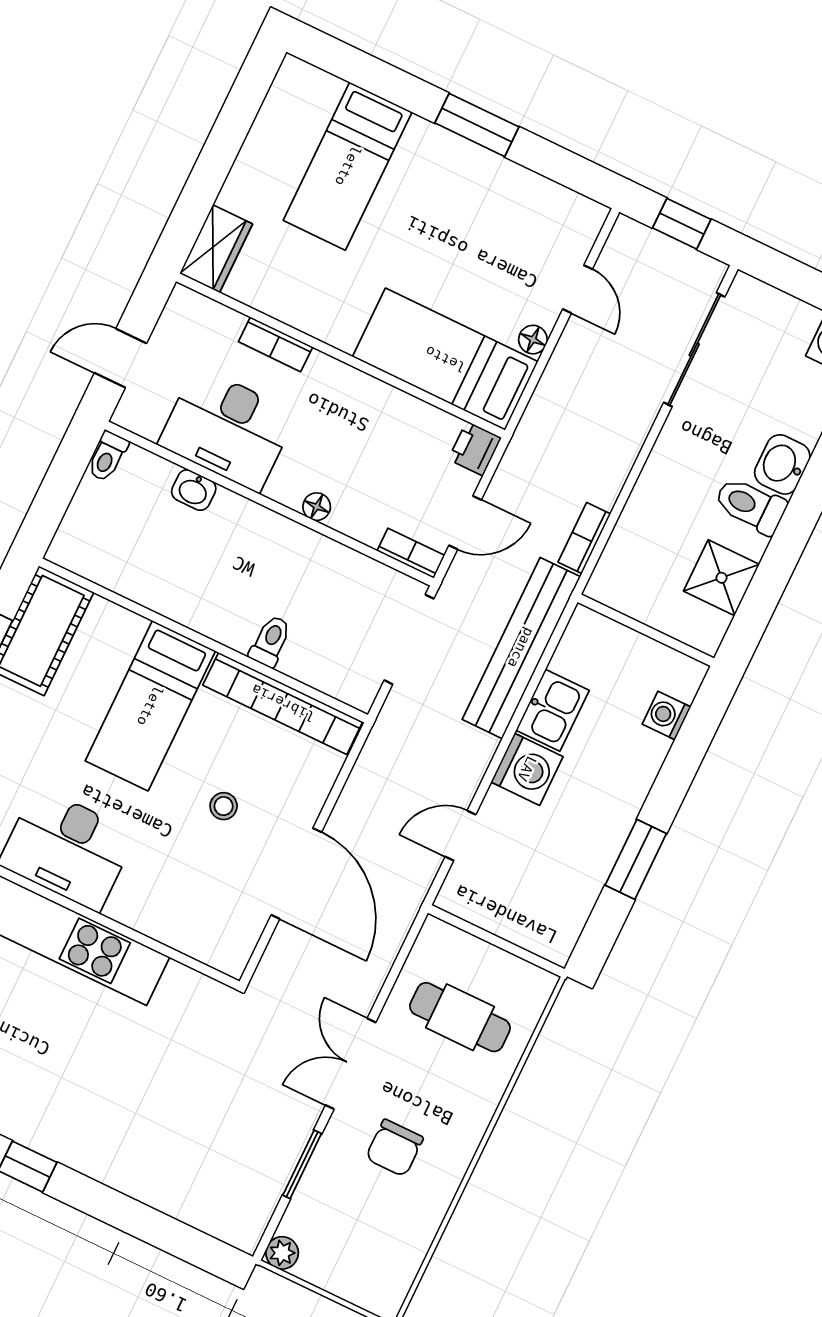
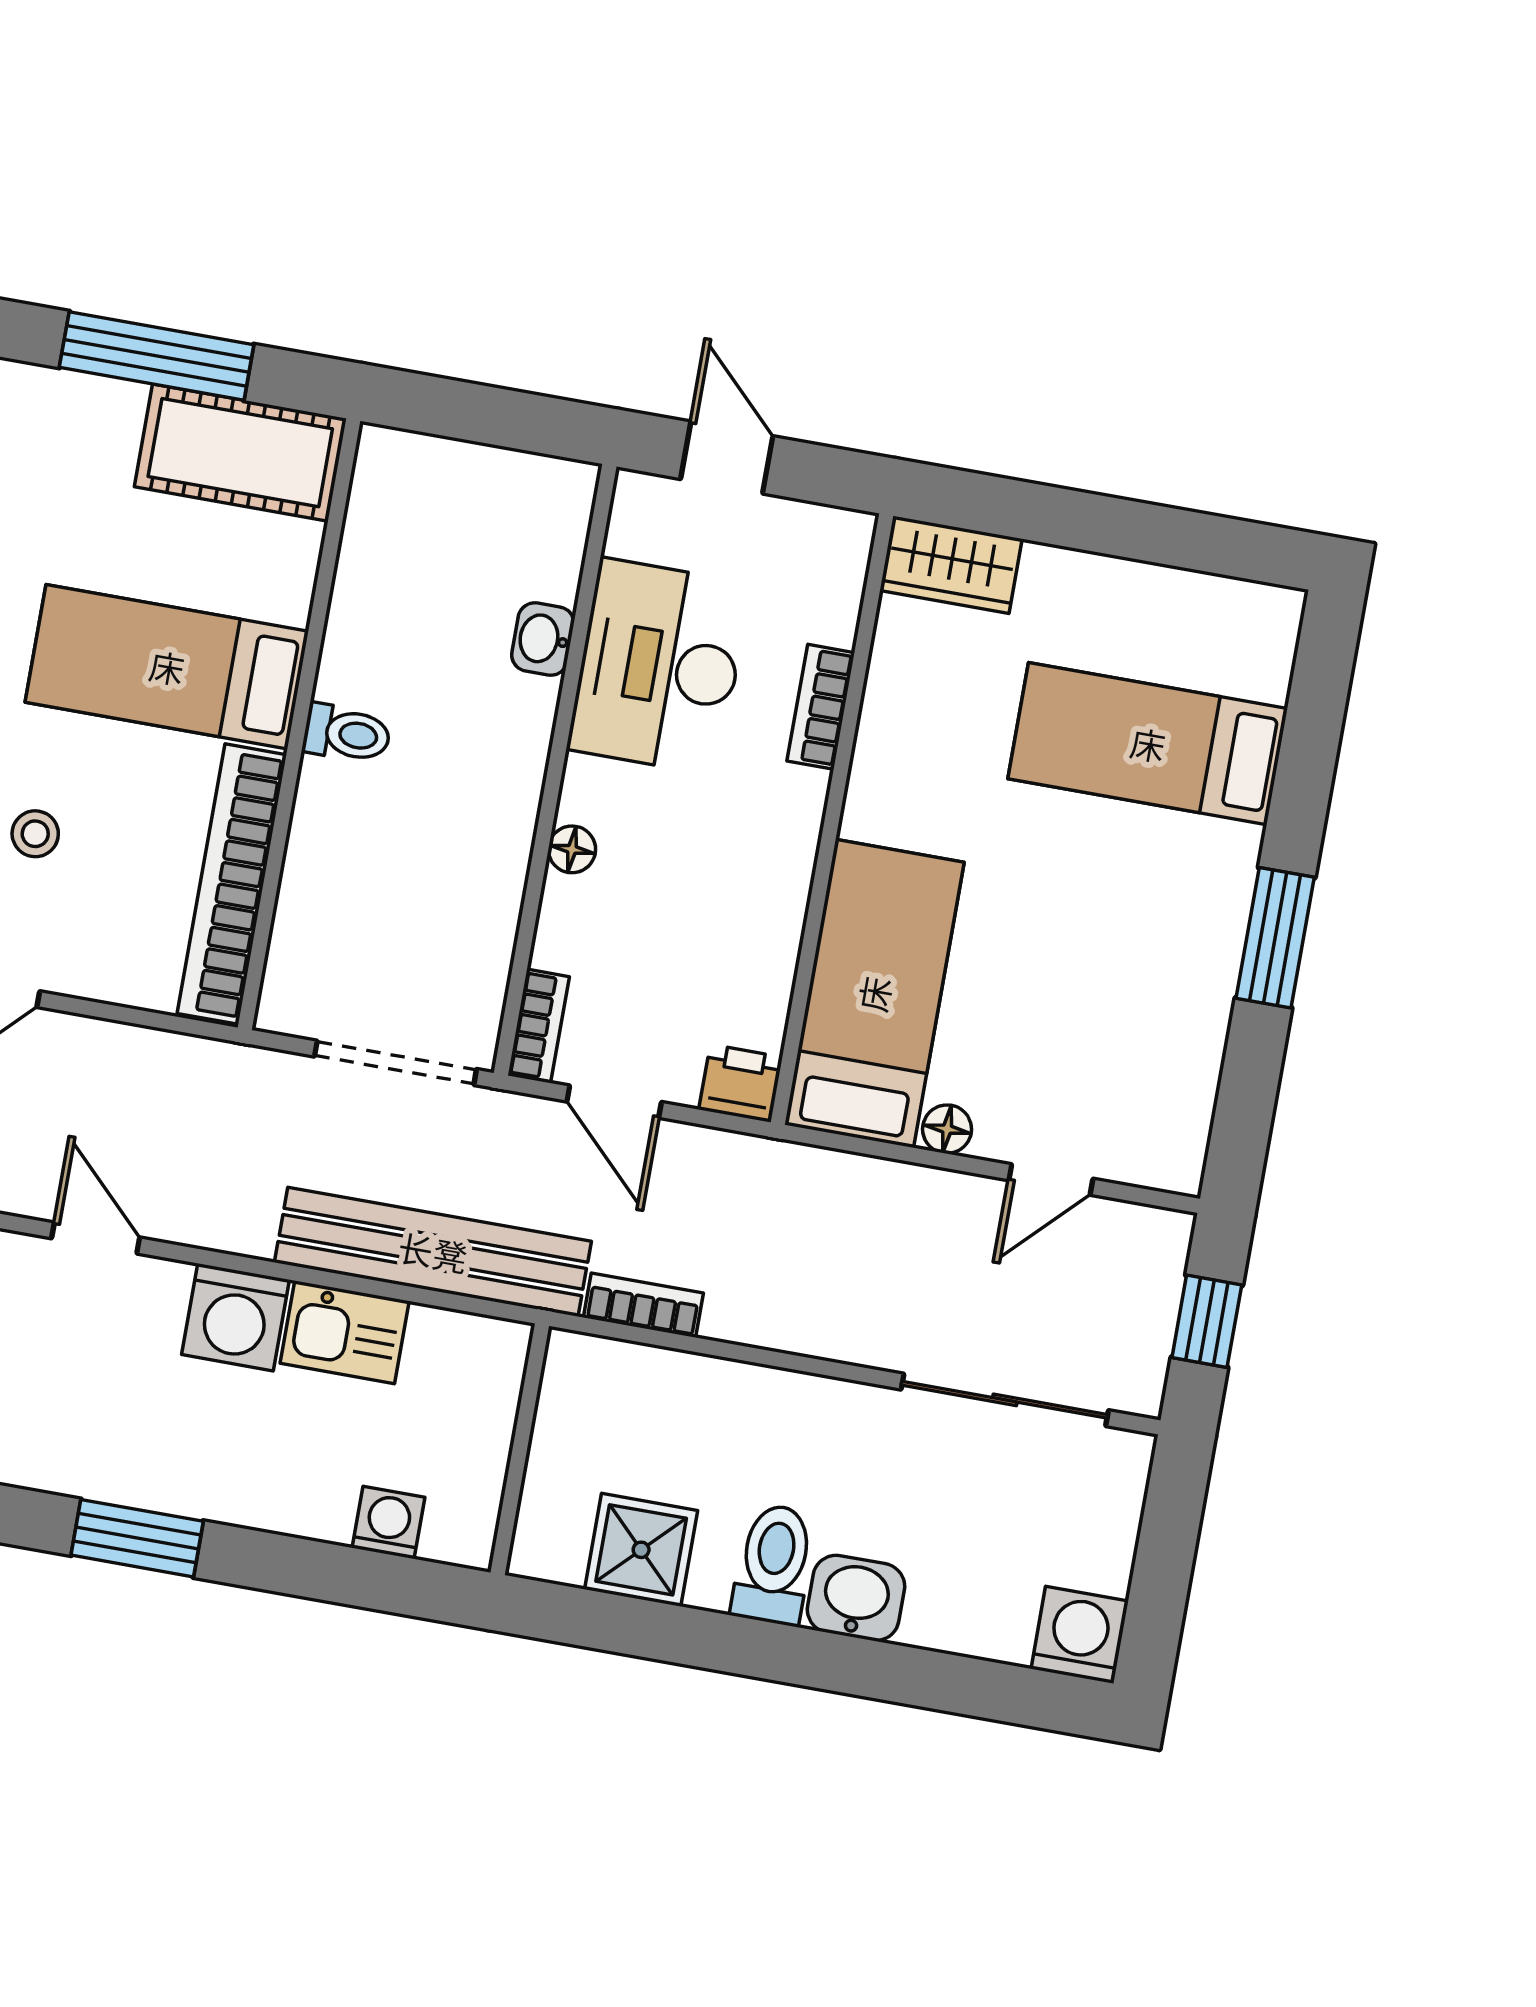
toilet: (107, 456) -> (559, 481), removed
toilet: (270, 641) -> (347, 734), moved

